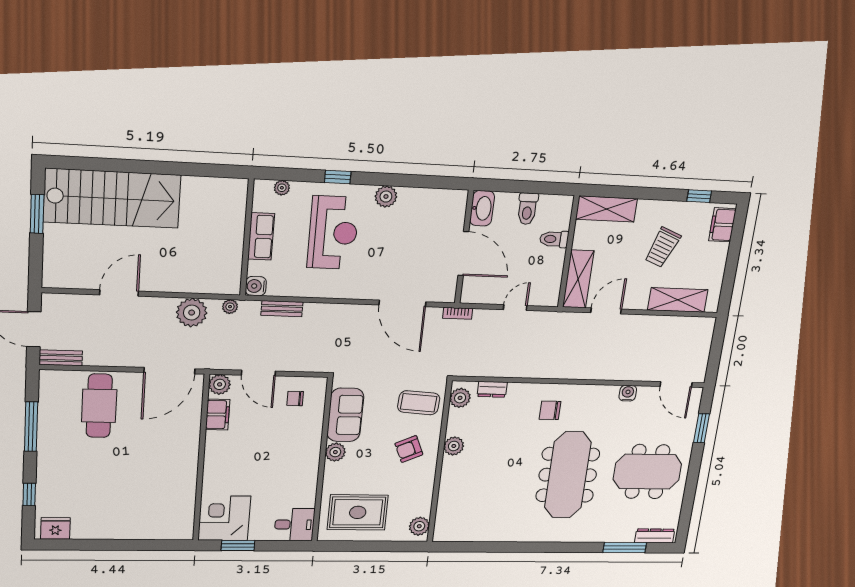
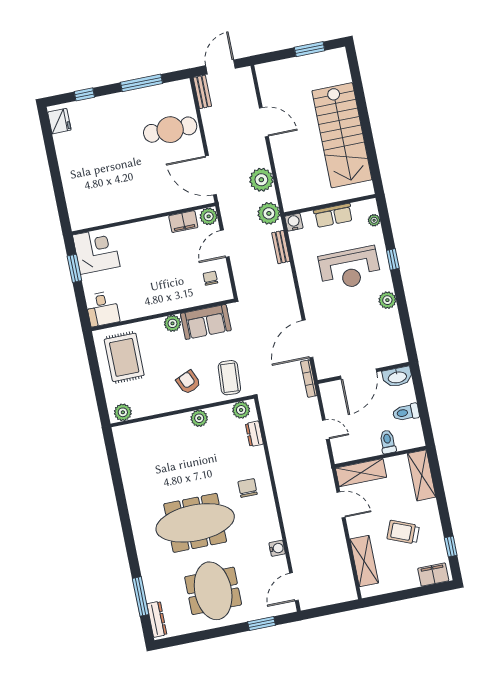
stairs: (112, 198) -> (342, 135), moved
plant: (230, 307) -> (269, 213), width x1.88, depth x1.88
bookcase: (458, 313) -> (309, 379), width x1.56

